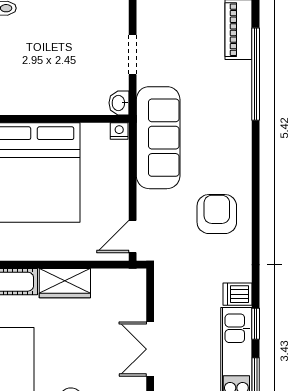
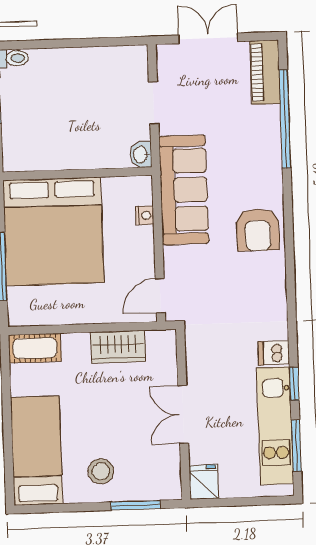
nightstand: (119, 131) -> (145, 215), moved, turned 90
armchair: (217, 214) -> (258, 230), moved, turned 180
wardrobe: (65, 283) -> (118, 347), moved

